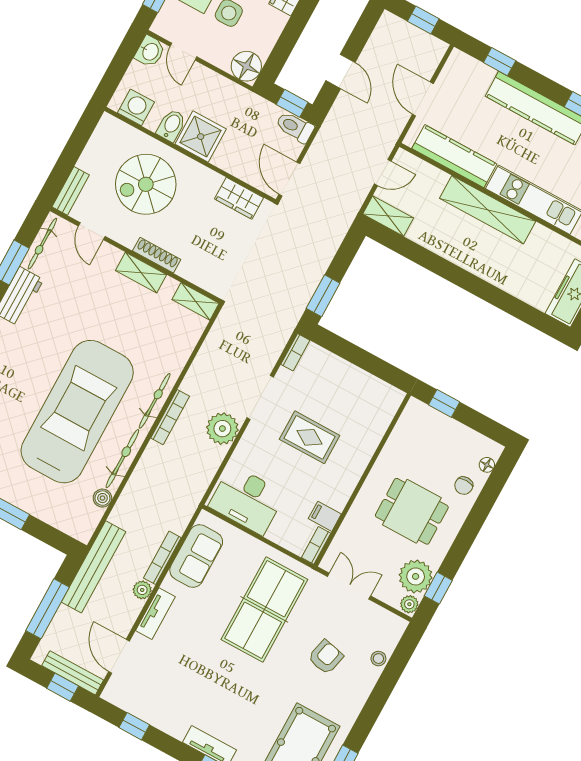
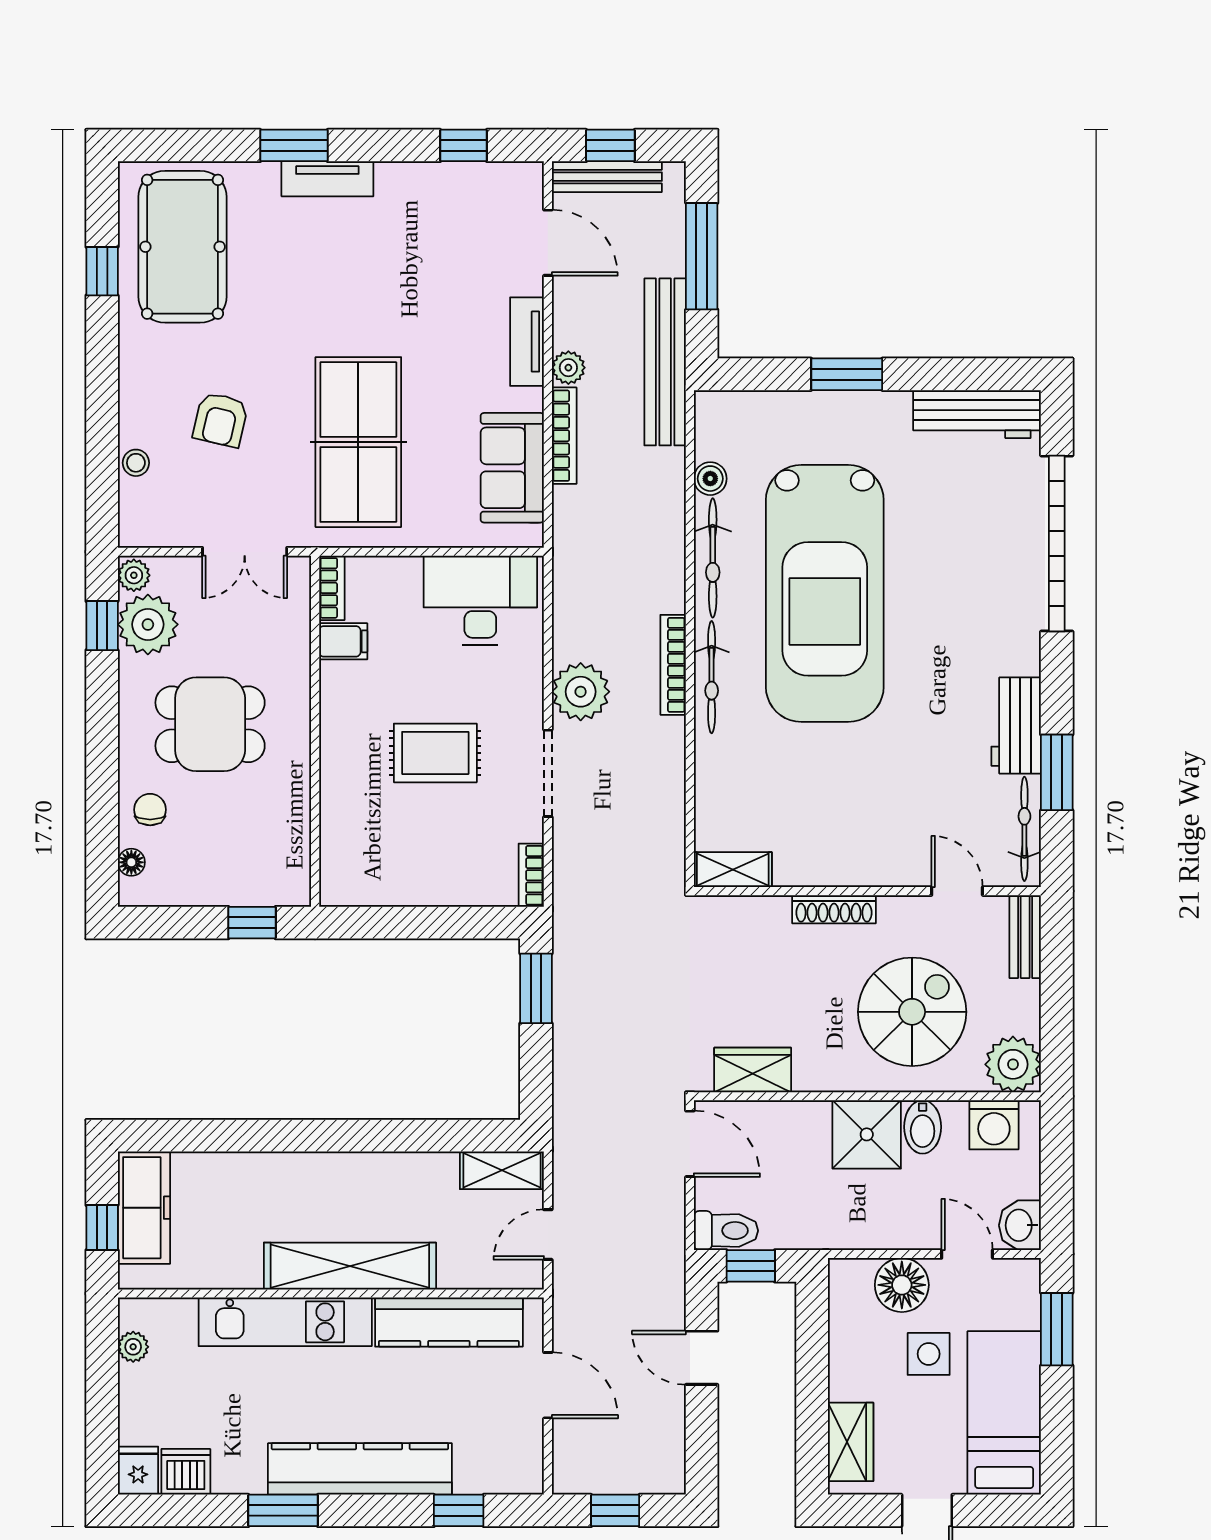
floor lamp: (246, 66) -> (902, 1285), moved
plant: (111, 132) -> (1013, 1064), added
shelving: (141, 273) -> (844, 868), removed

